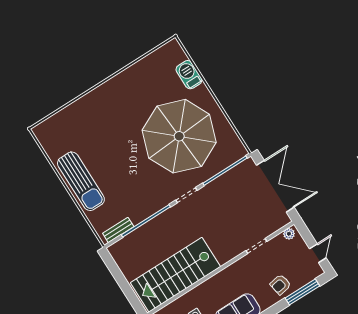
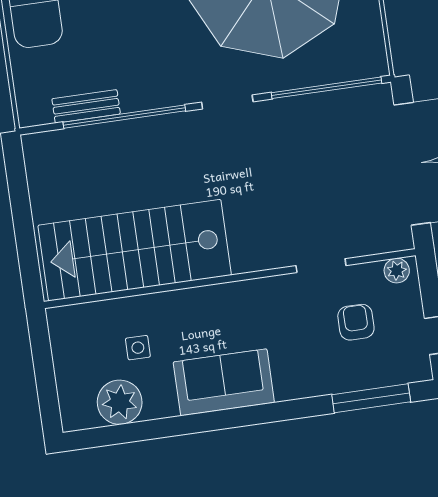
bench: (118, 230) -> (86, 106), moved
armchair: (280, 285) -> (356, 322), moved, turned 100

